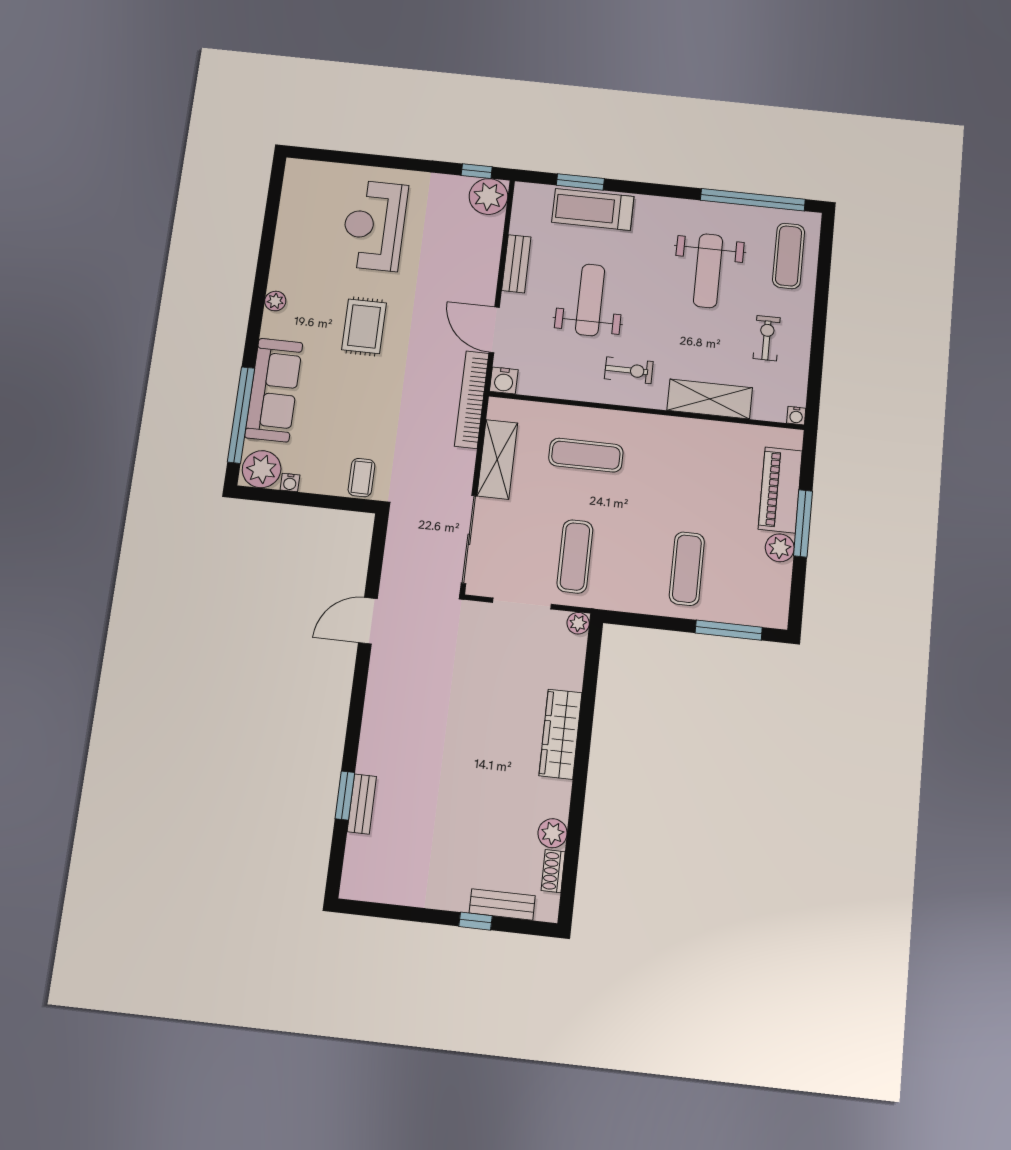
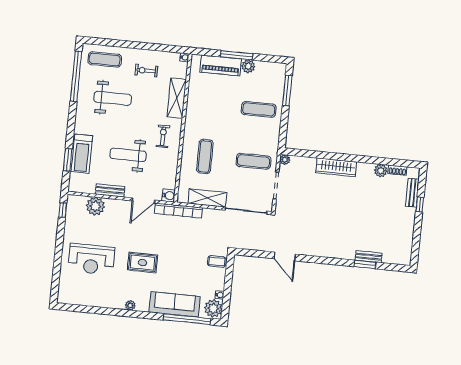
plant: (488, 196) -> (95, 206), moved

